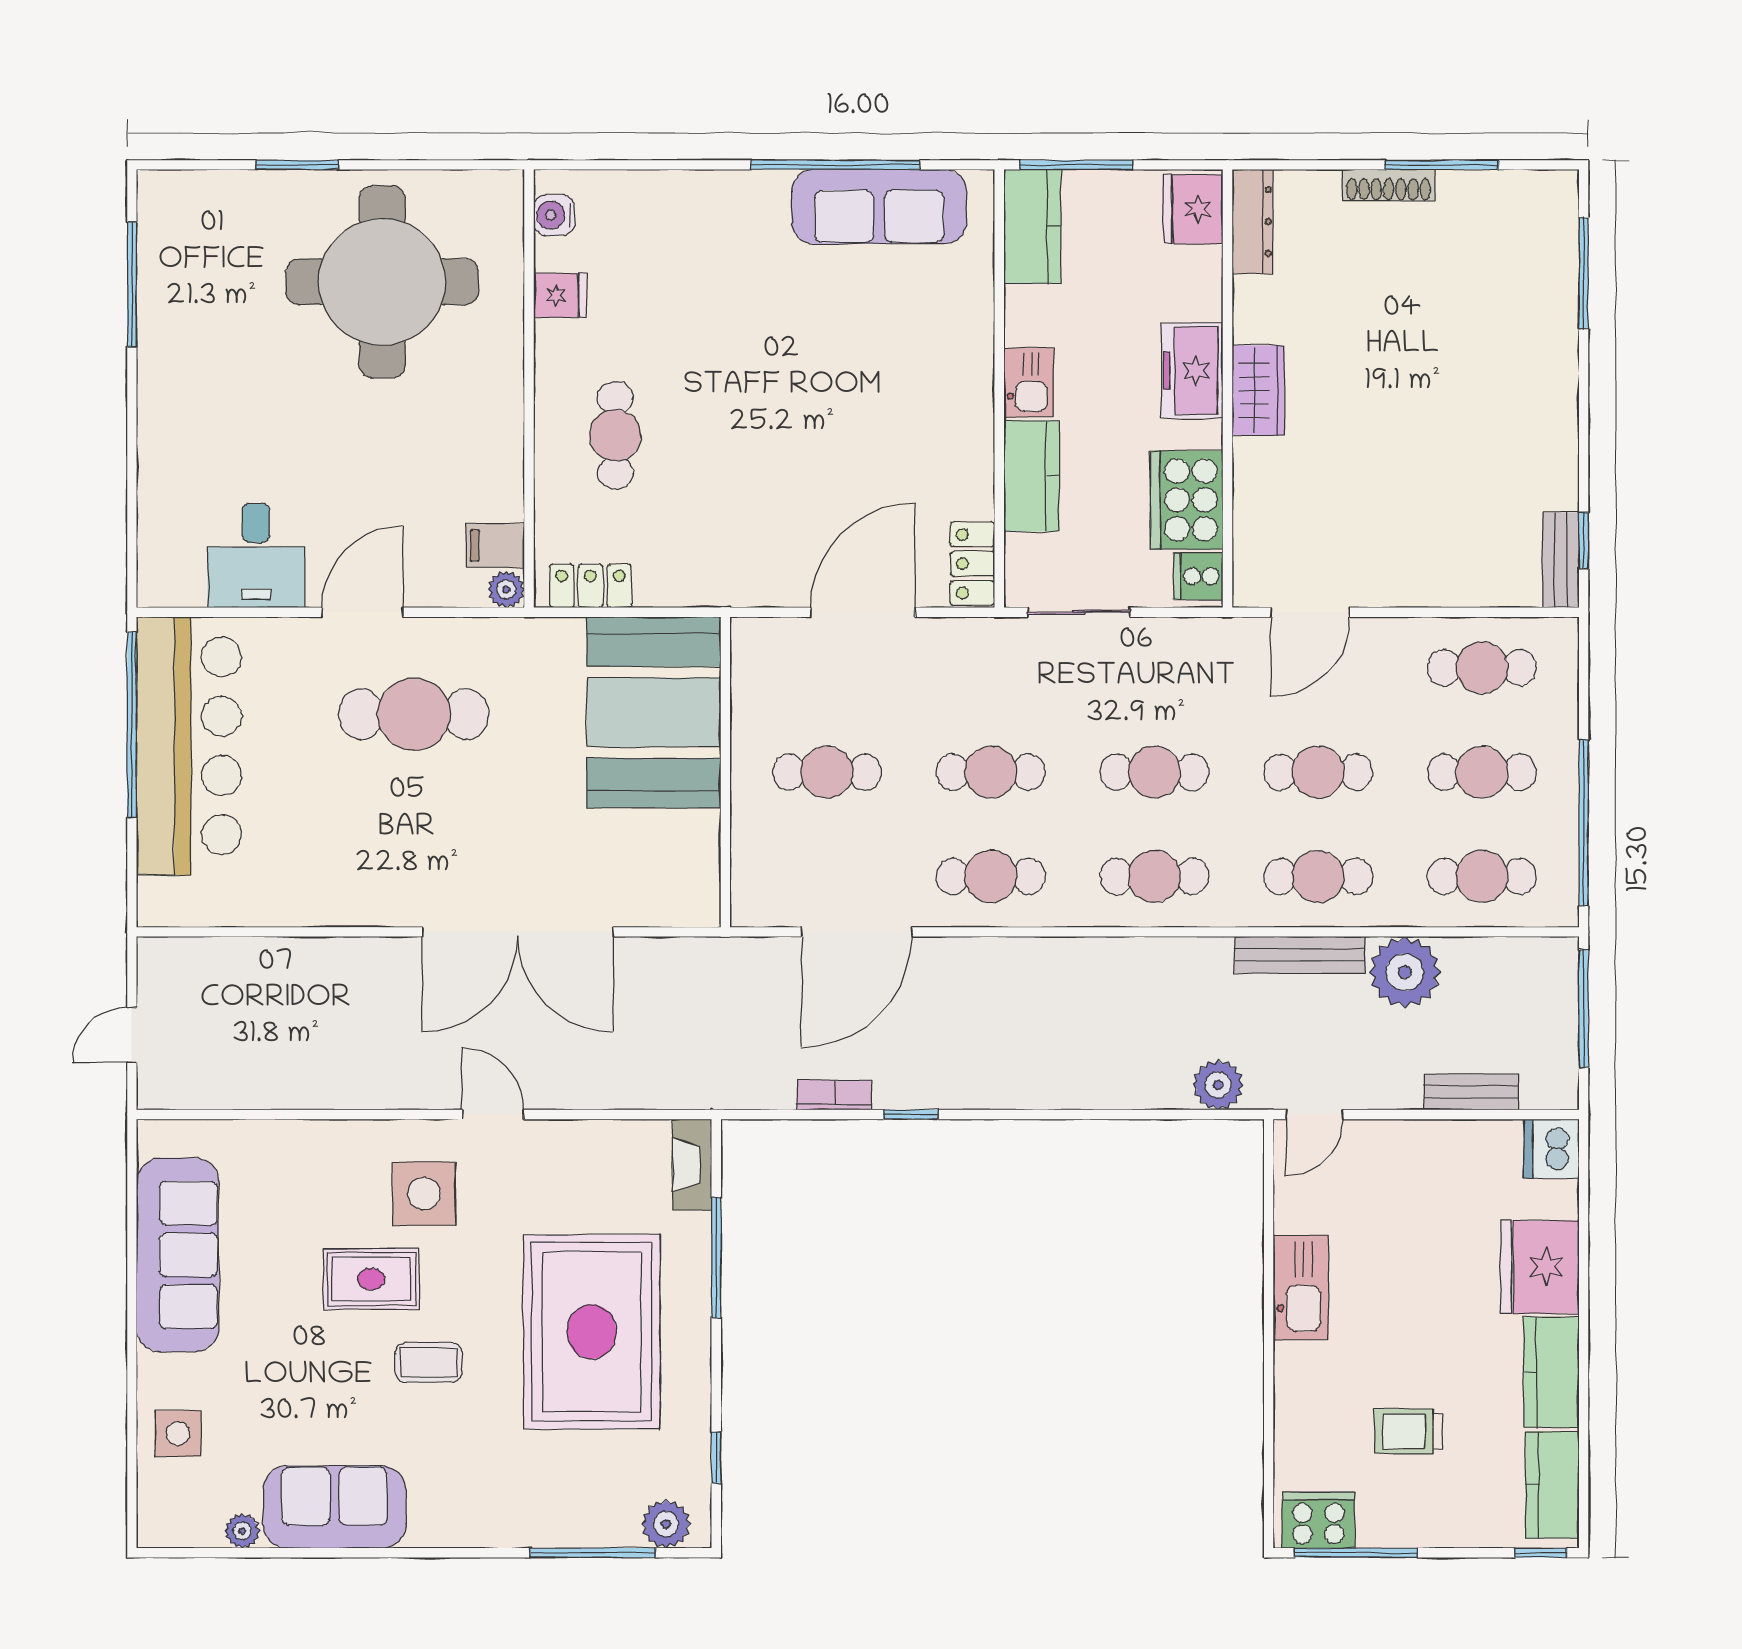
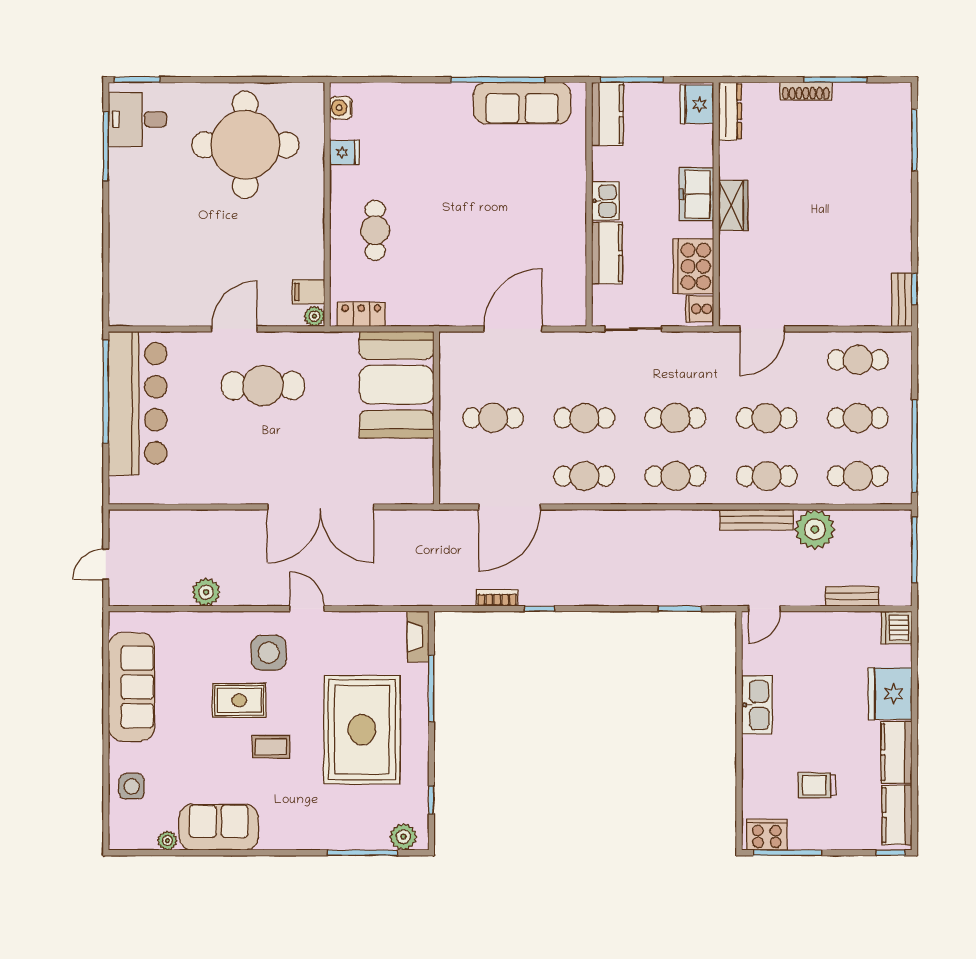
window: (297, 165) -> (137, 80), moved
desk: (256, 555) -> (137, 119), moved, turned 90
locker: (973, 564) -> (574, 302), removed
plant: (1218, 1085) -> (206, 592), moved
window: (1162, 1114) -> (680, 609), added

